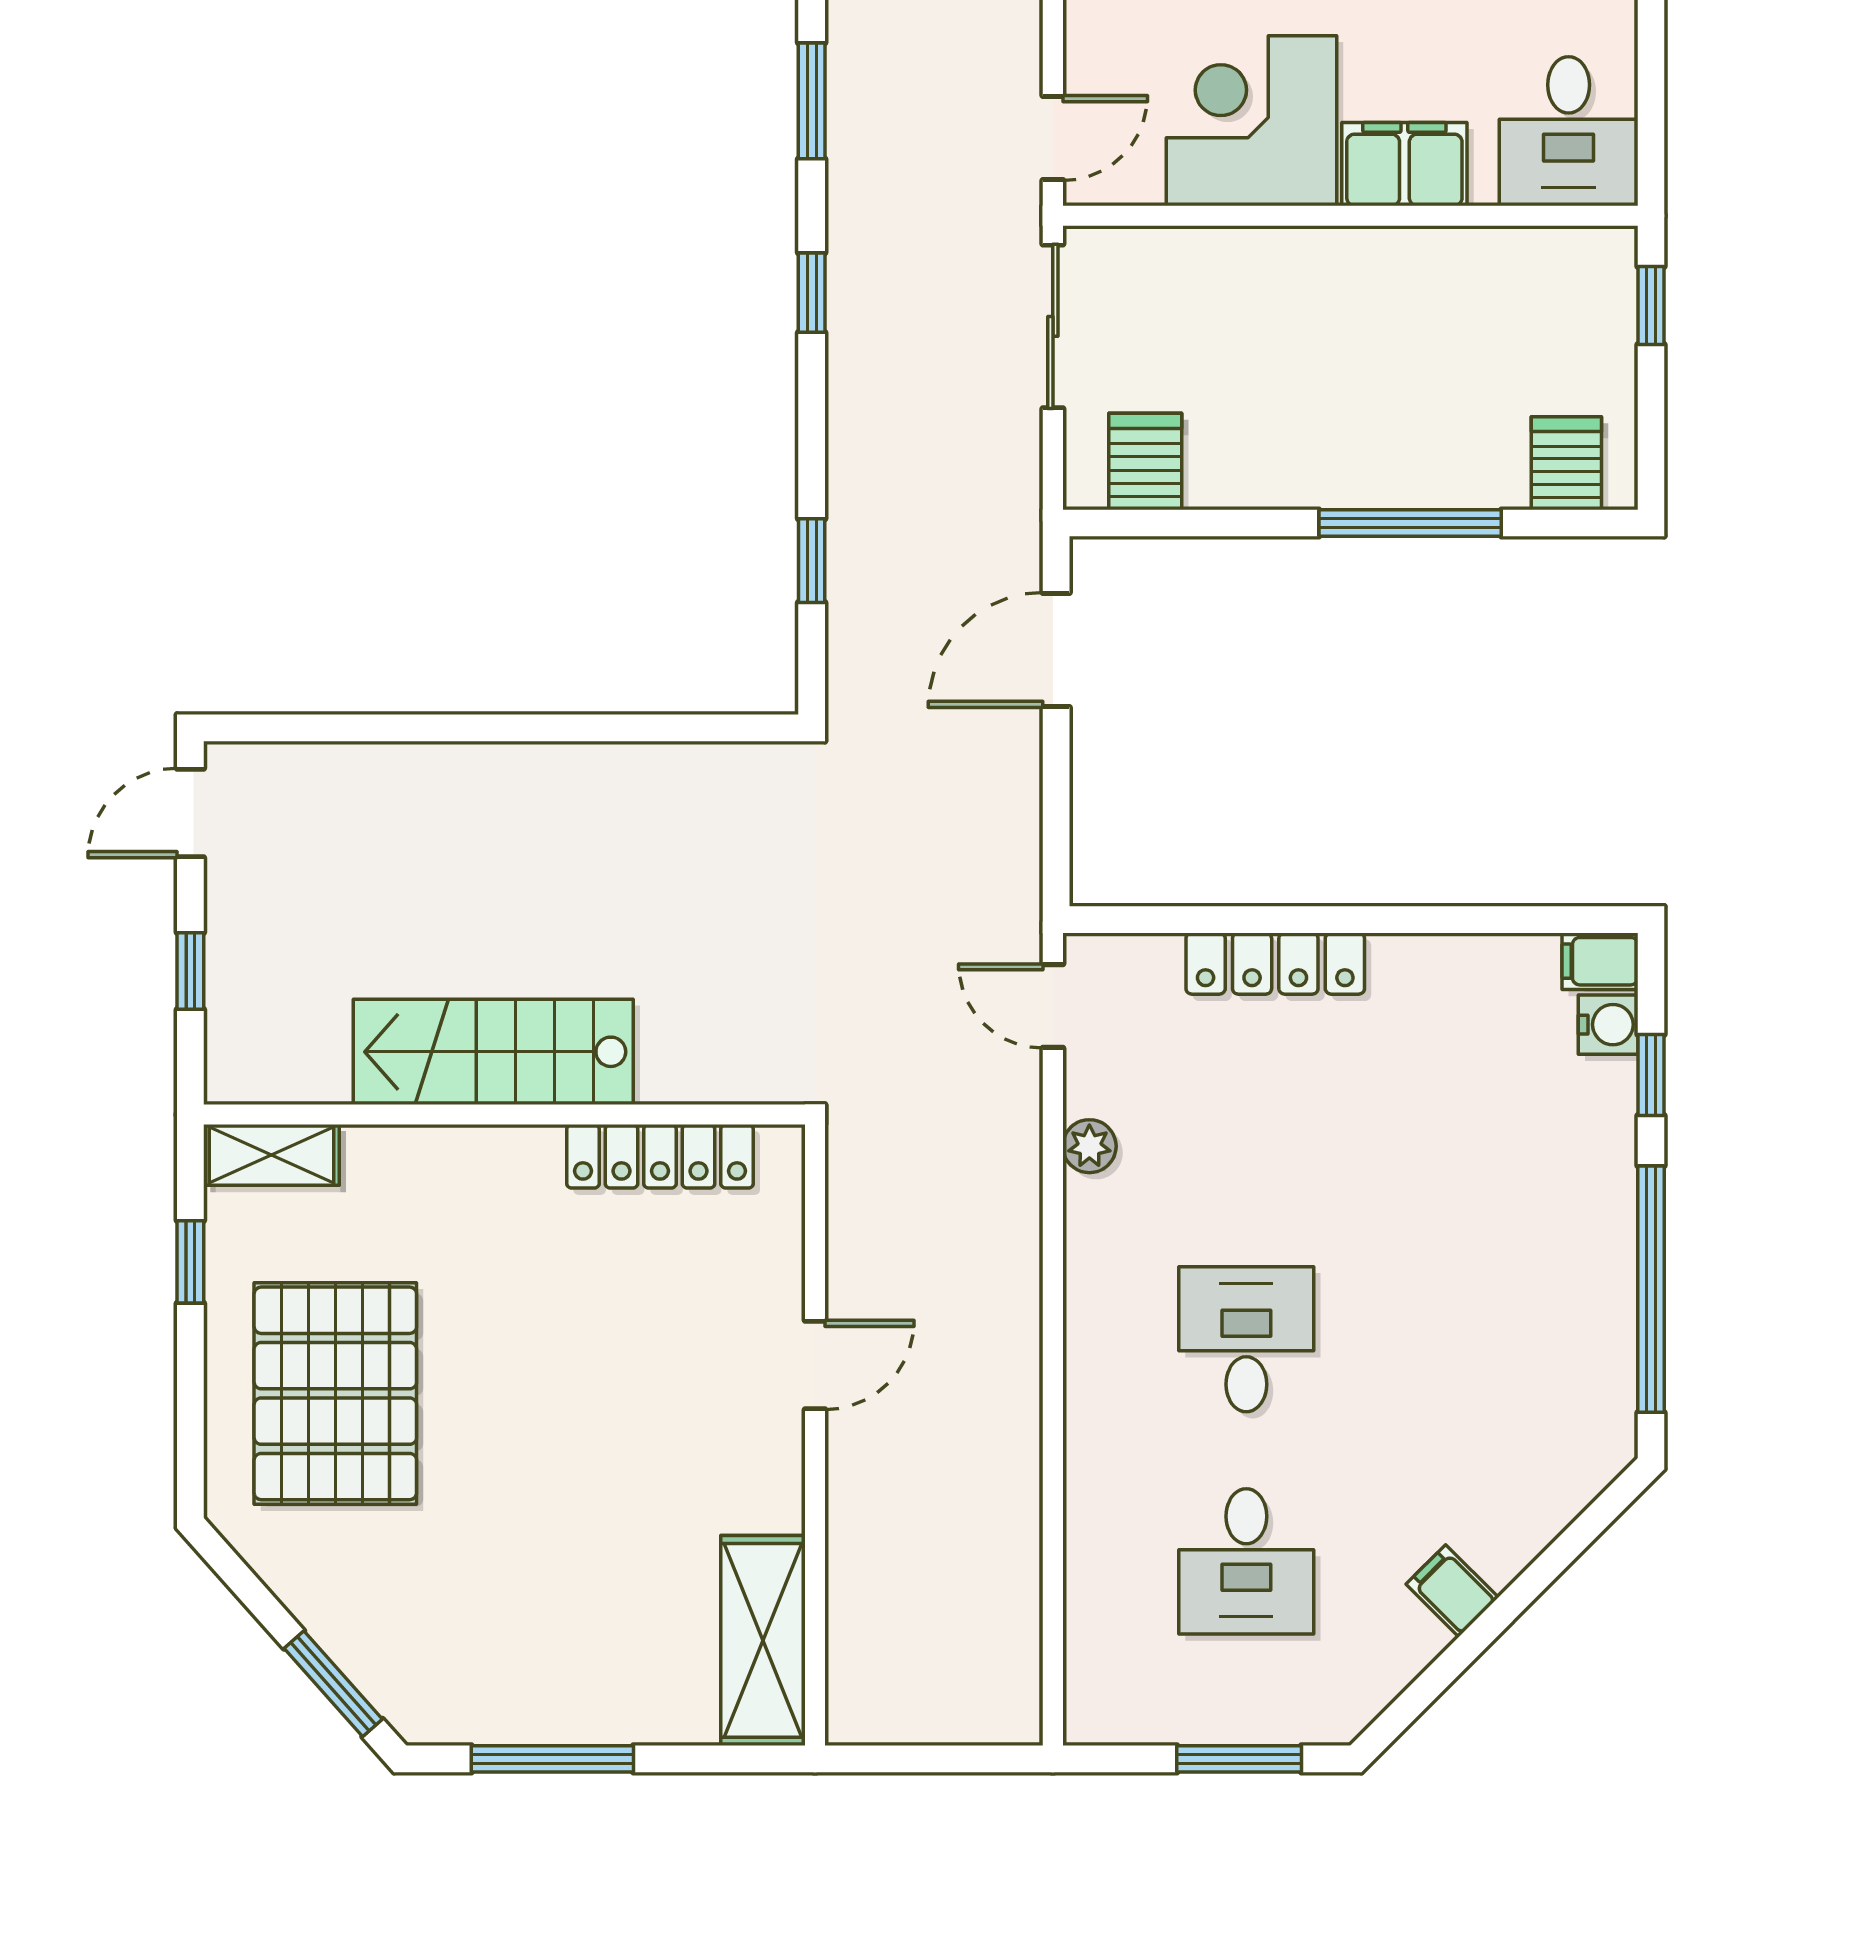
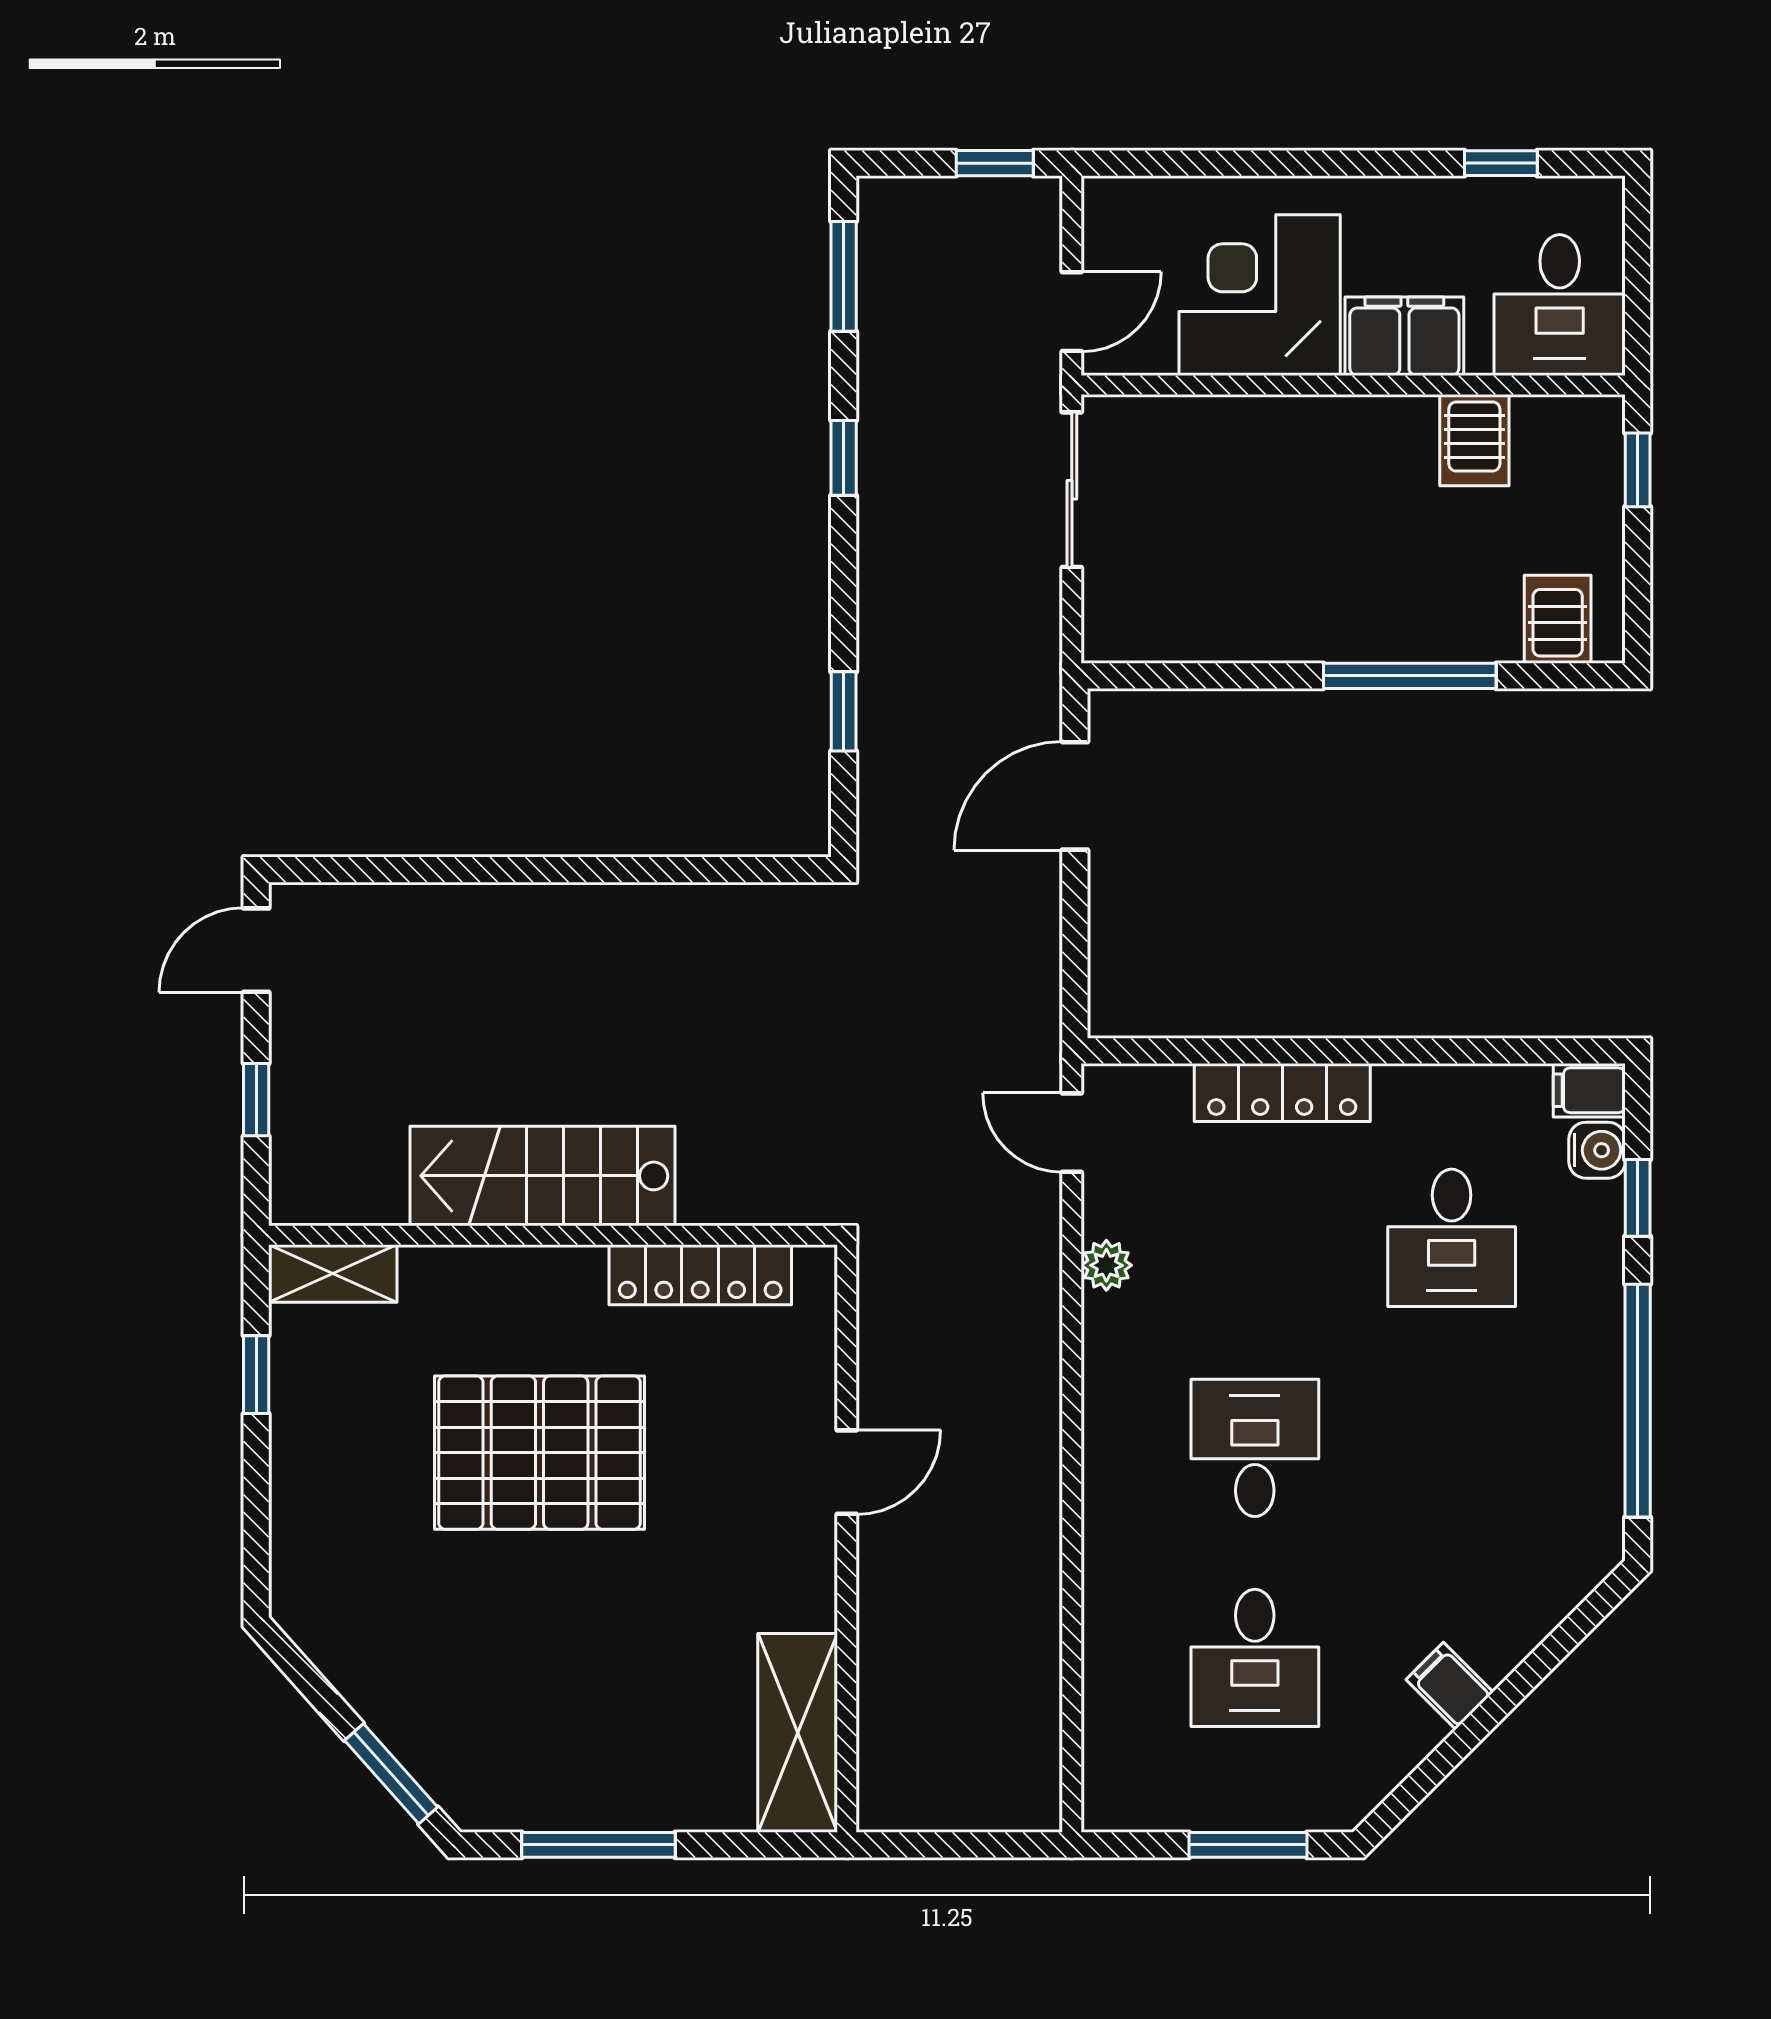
server rack: (1145, 461) -> (1474, 440), moved, turned 180
desk: (1454, 1117) -> (1452, 1238), added
pallet: (335, 1393) -> (540, 1453), moved, turned 90

